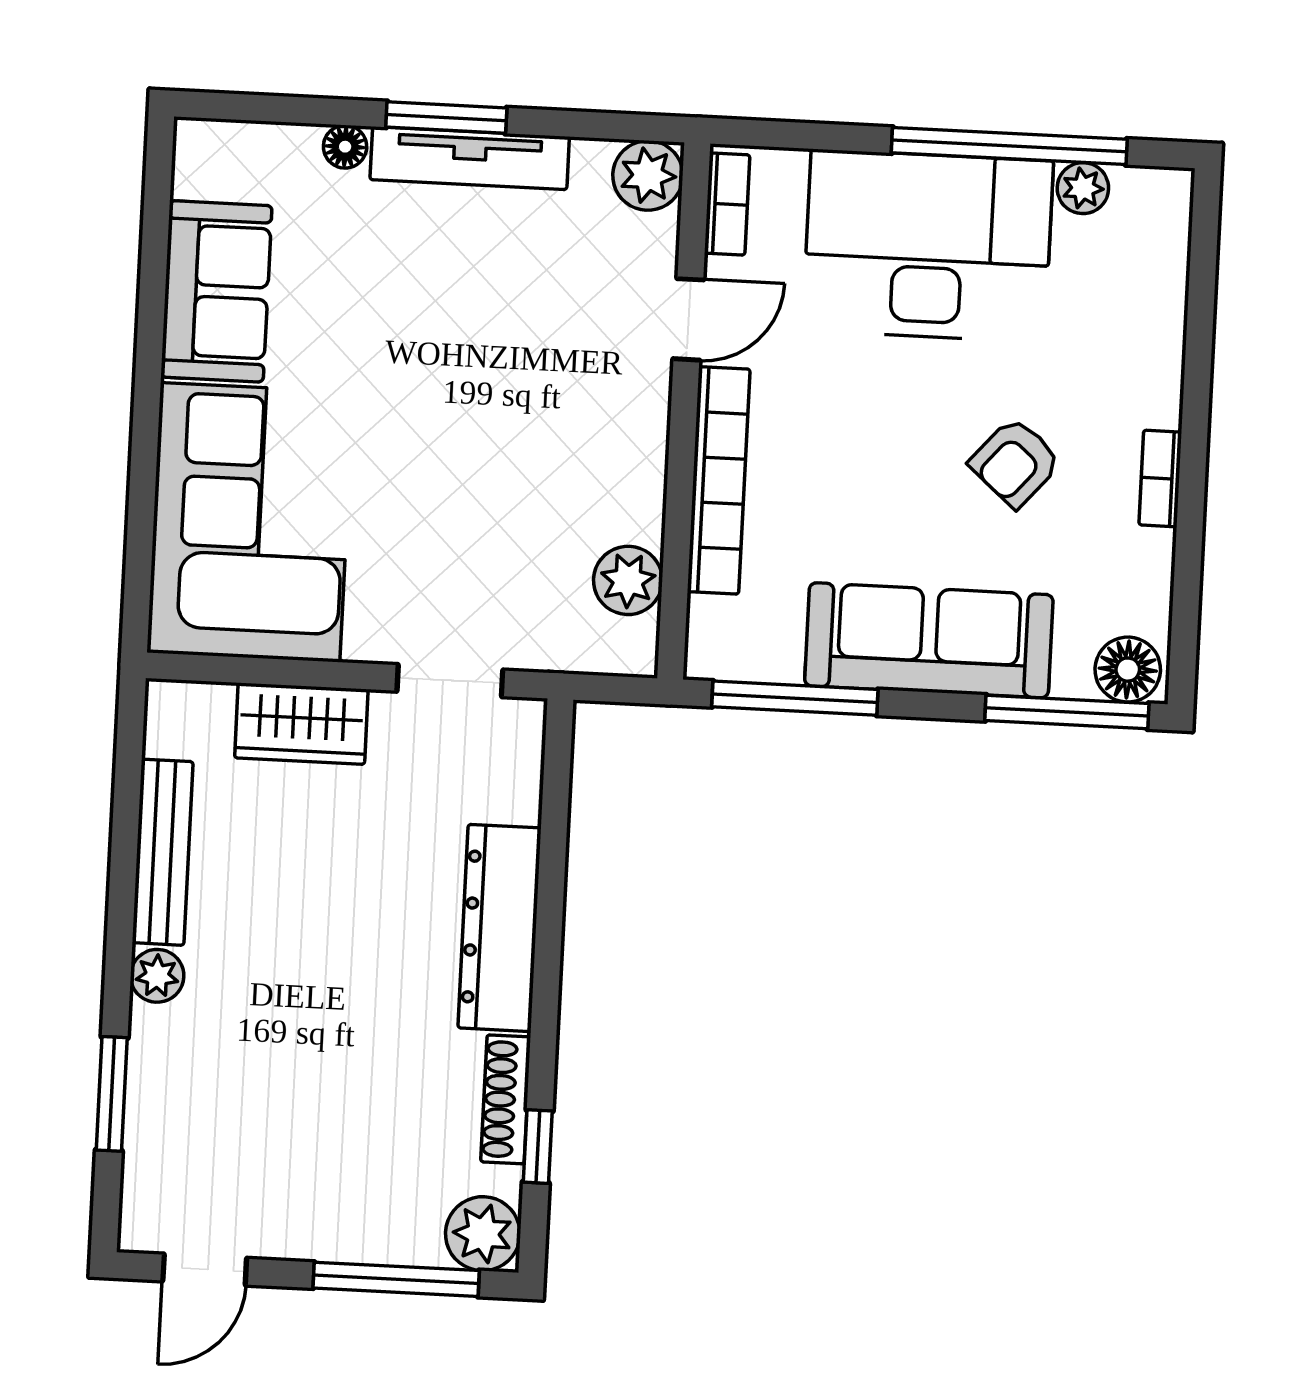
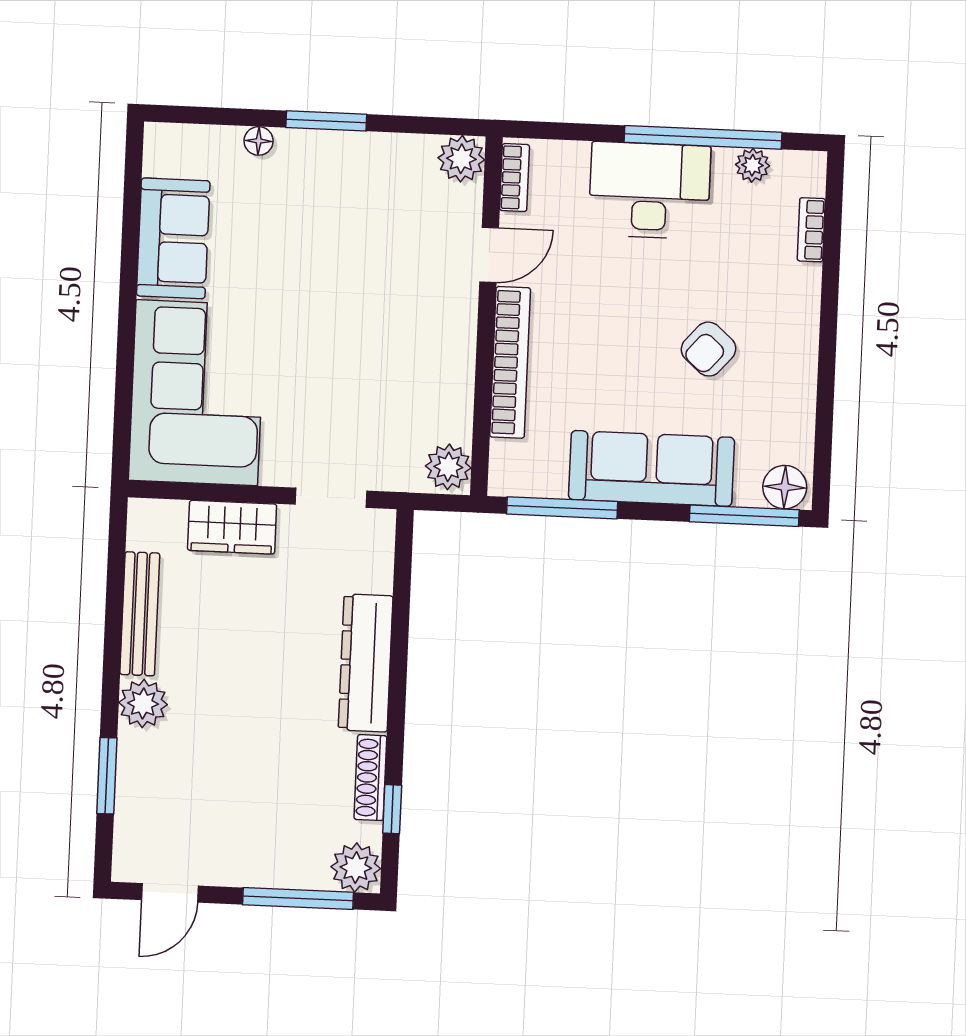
tv unit: (470, 158) -> (342, 148), removed
desk: (928, 246) -> (650, 190), width x0.73, depth x0.77
bookcase: (1160, 478) -> (811, 230), moved
plant: (628, 580) -> (448, 467), moved
plant: (157, 976) -> (143, 704), width x1.38, depth x1.38

